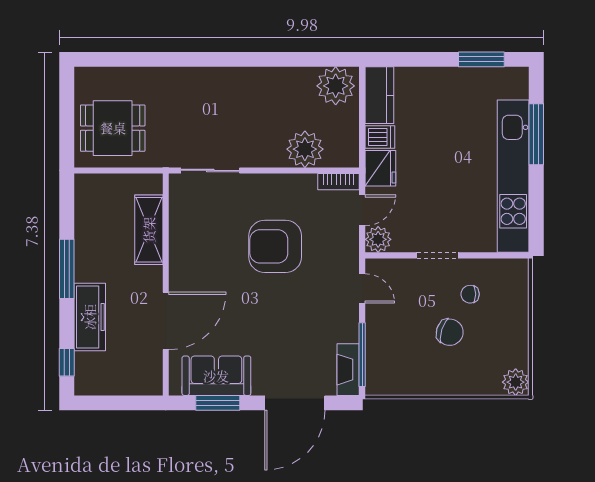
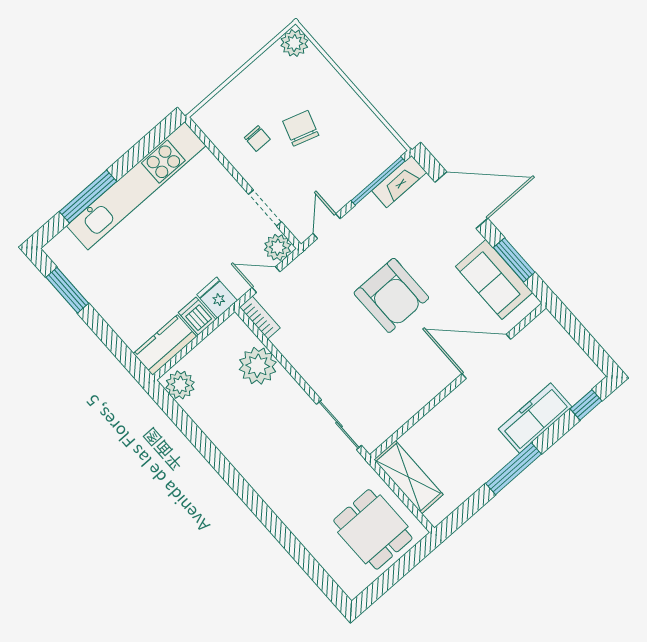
plant: (336, 86) -> (180, 385), width x0.73, depth x0.73
fridge: (380, 168) -> (217, 298), width x0.72
shelving: (149, 230) -> (408, 477), moved, turned 90
armchair: (275, 246) -> (391, 295), moved
doorway: (437, 255) -> (265, 208), moved

